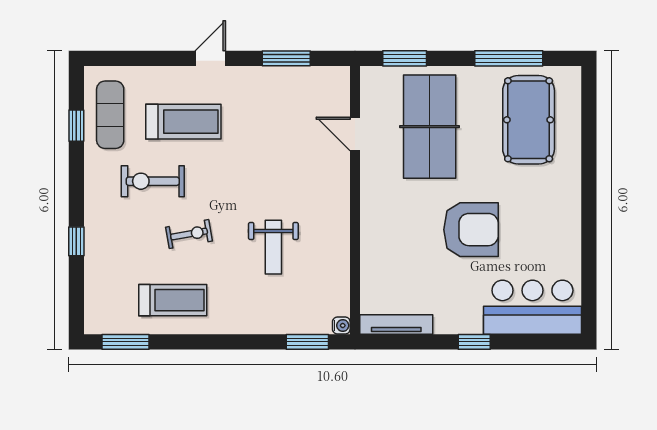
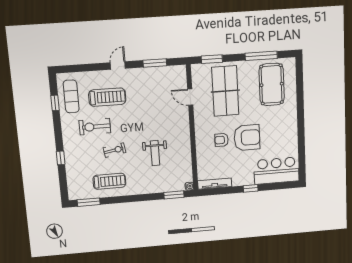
armchair: (416, 230) -> (222, 140), added

